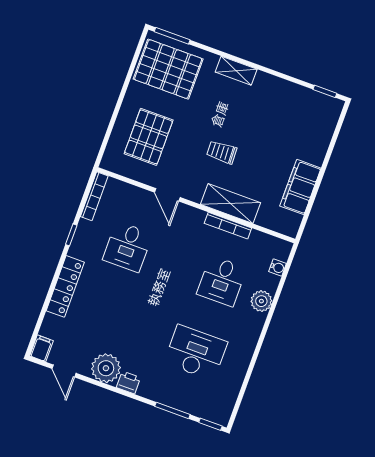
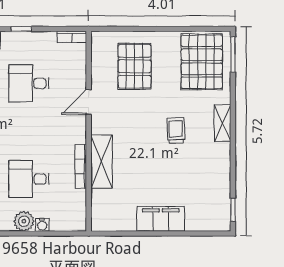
pallet: (149, 137) -> (135, 66), turned 90
trolley: (222, 152) -> (176, 131), moved
filing cabinet: (300, 187) -> (161, 219), moved
bookcase: (94, 196) -> (72, 37), width x0.64
water cooler: (278, 267) -> (42, 225), moved

